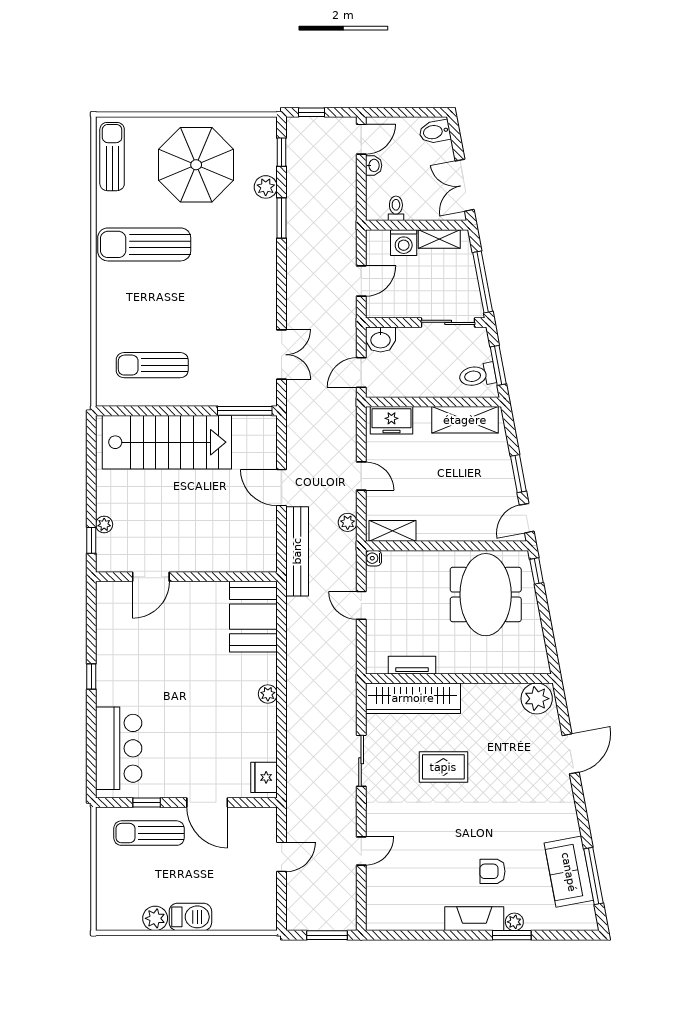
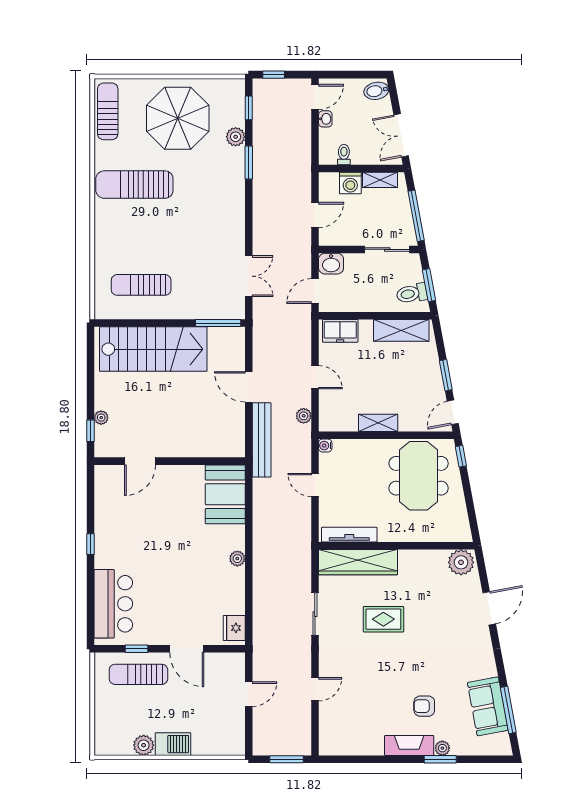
shelving: (392, 531) -> (378, 423), moved
tv unit: (412, 665) -> (349, 535), width x1.41

